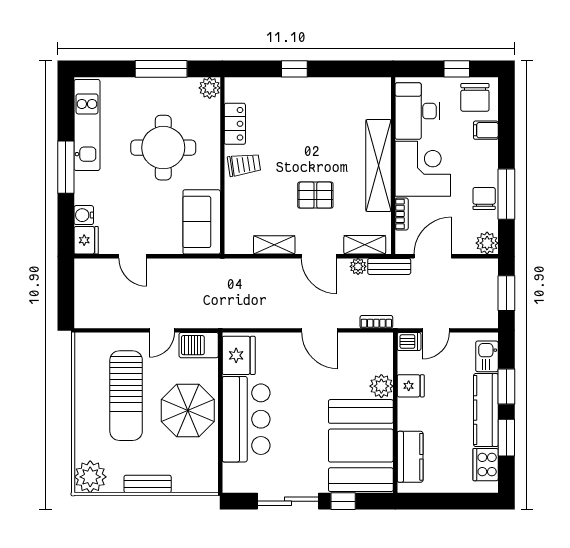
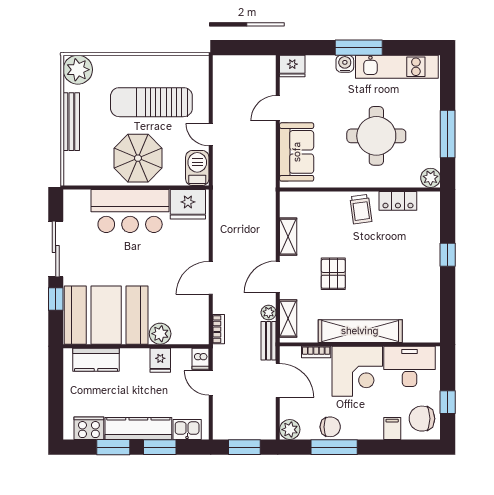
water cooler: (84, 215) -> (345, 64), moved
sofa: (202, 222) -> (297, 152), moved, turned 90
bench: (148, 484) -> (71, 122), width x1.36

